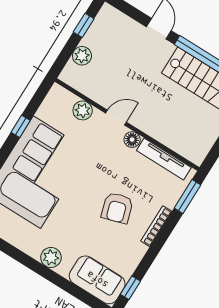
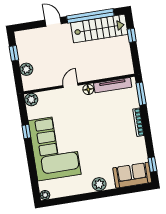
plant: (83, 110) -> (31, 100), moved
armchair: (117, 208) -> (111, 130), removed

